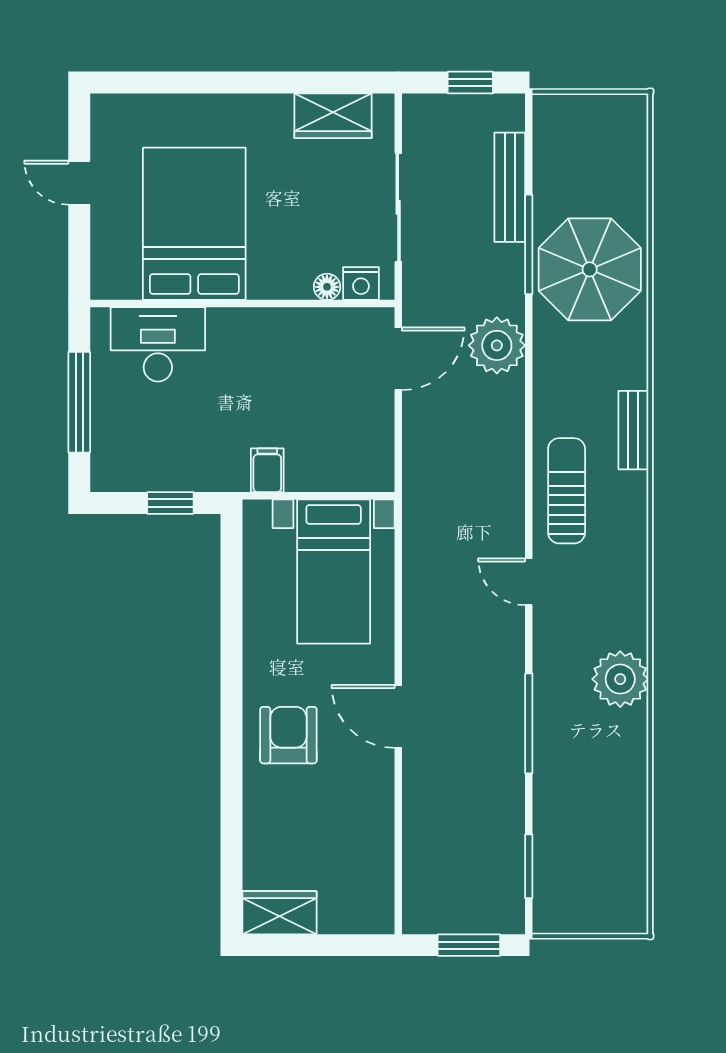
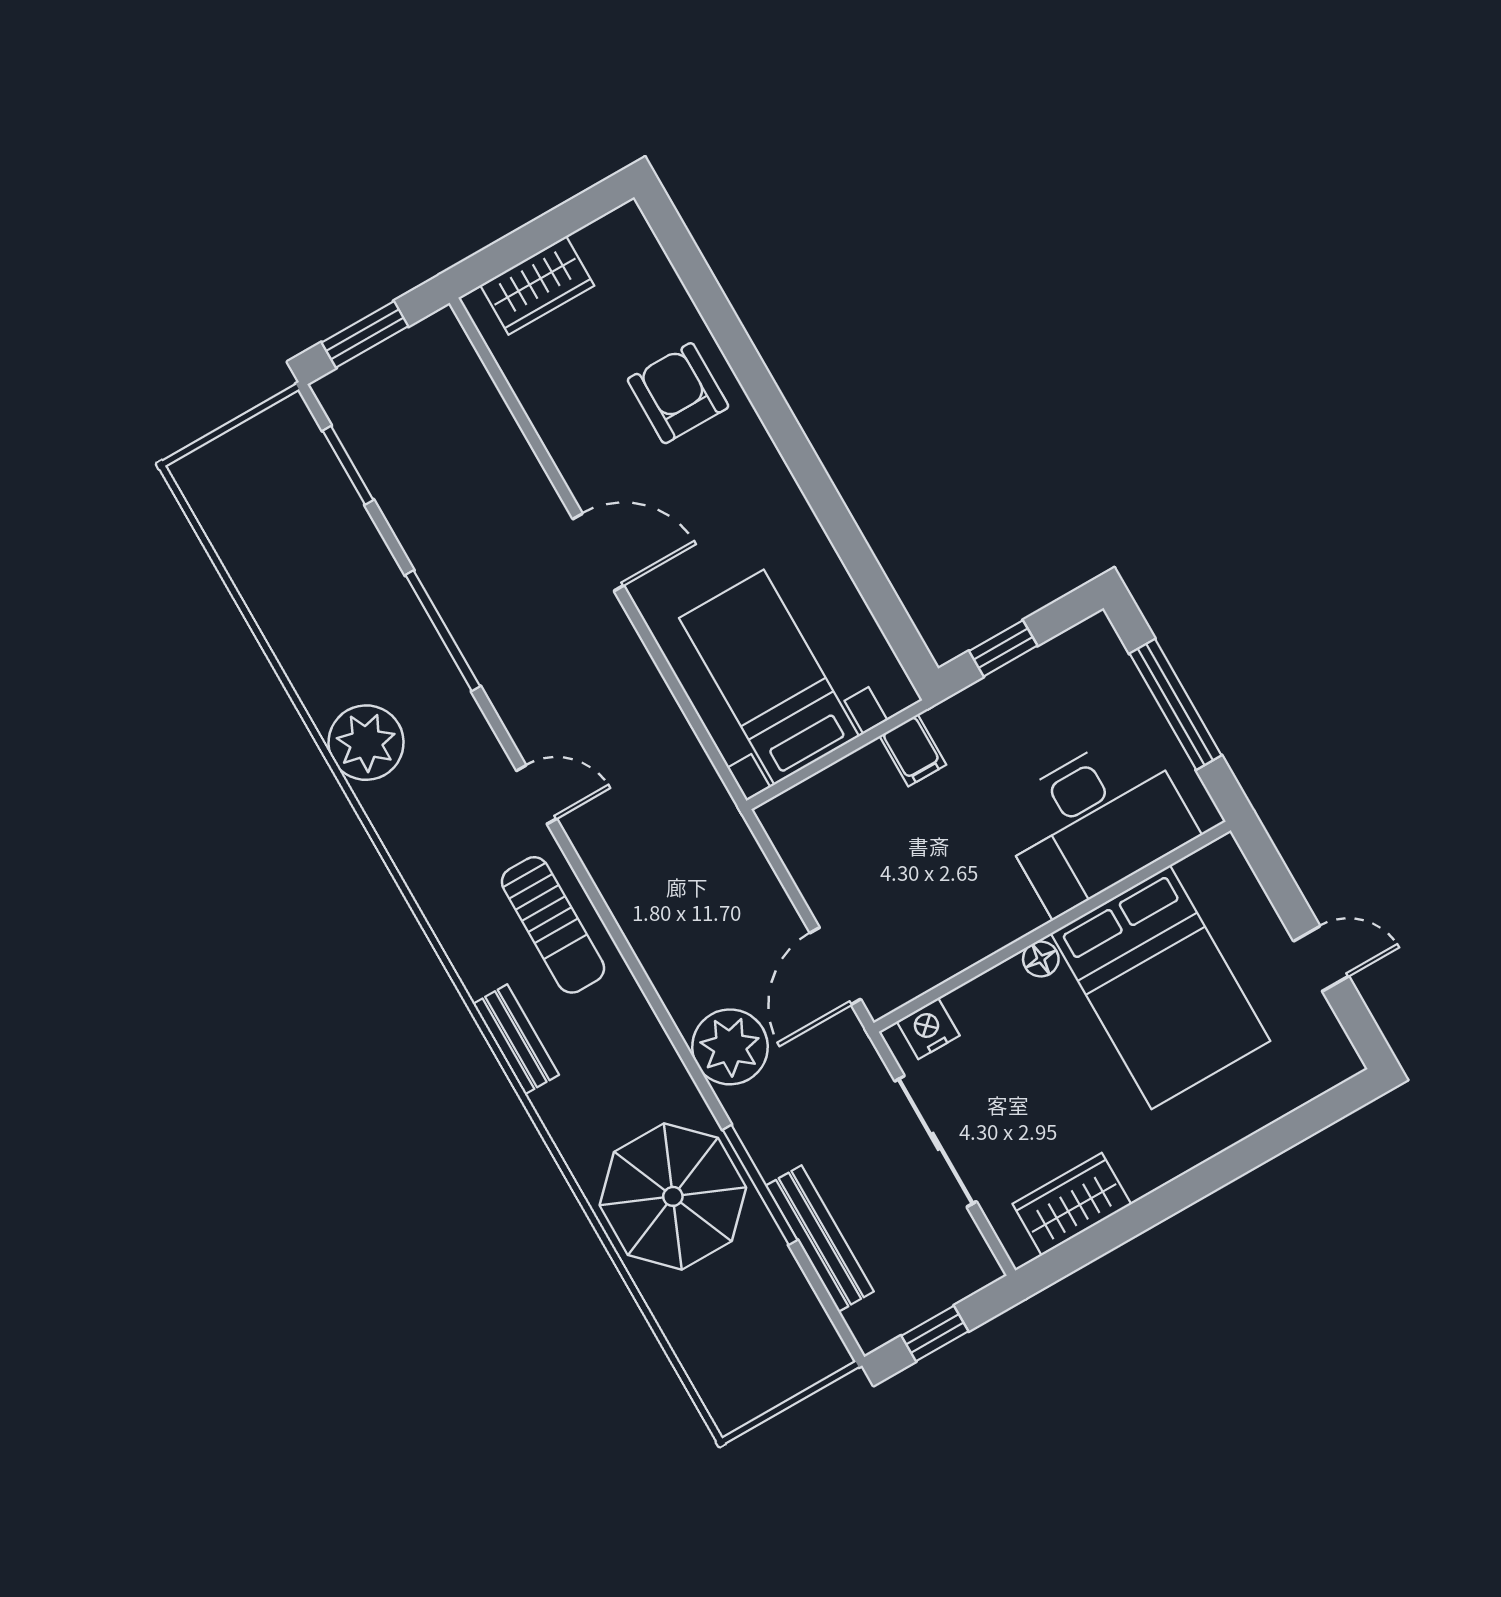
floor lamp: (327, 287) -> (1041, 959), moved
desk: (158, 344) -> (1096, 822), width x1.36, depth x1.30
armchair: (288, 735) -> (678, 393), moved, turned 180
wardrobe: (279, 913) -> (537, 285), moved

